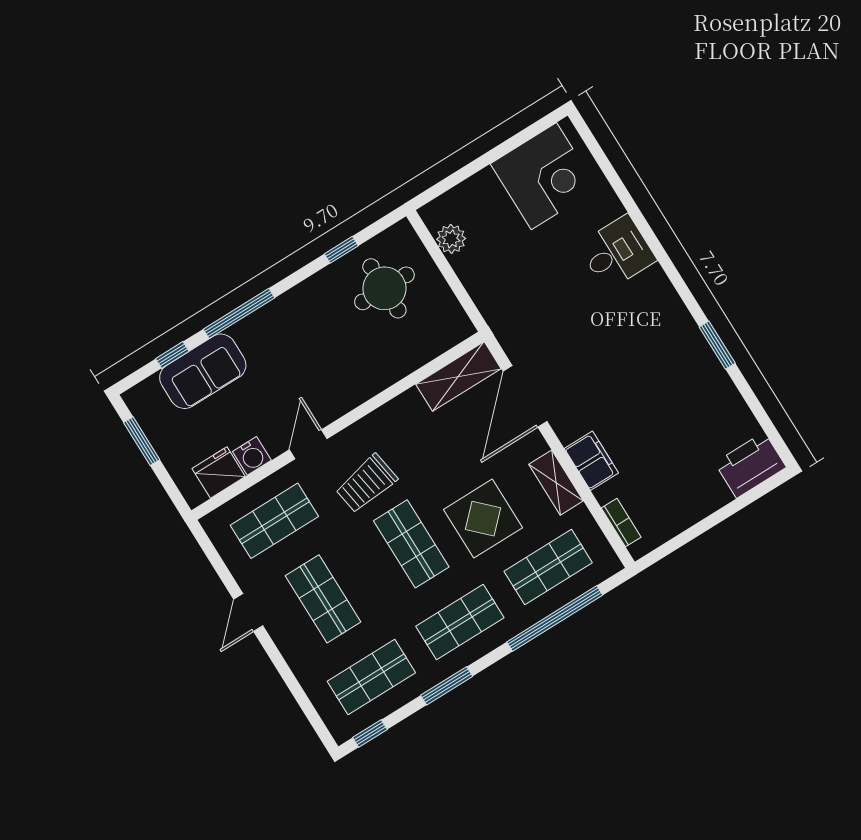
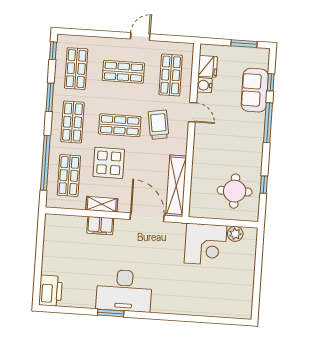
corner desk: (544, 176) -> (206, 244), moved, turned -90
desk: (617, 253) -> (124, 291), moved, width x1.87, depth x1.30
shelving: (458, 376) -> (176, 186), width x1.47
bookcase: (621, 523) -> (65, 219), removed
door: (248, 612) -> (140, 36), hinge flipped

